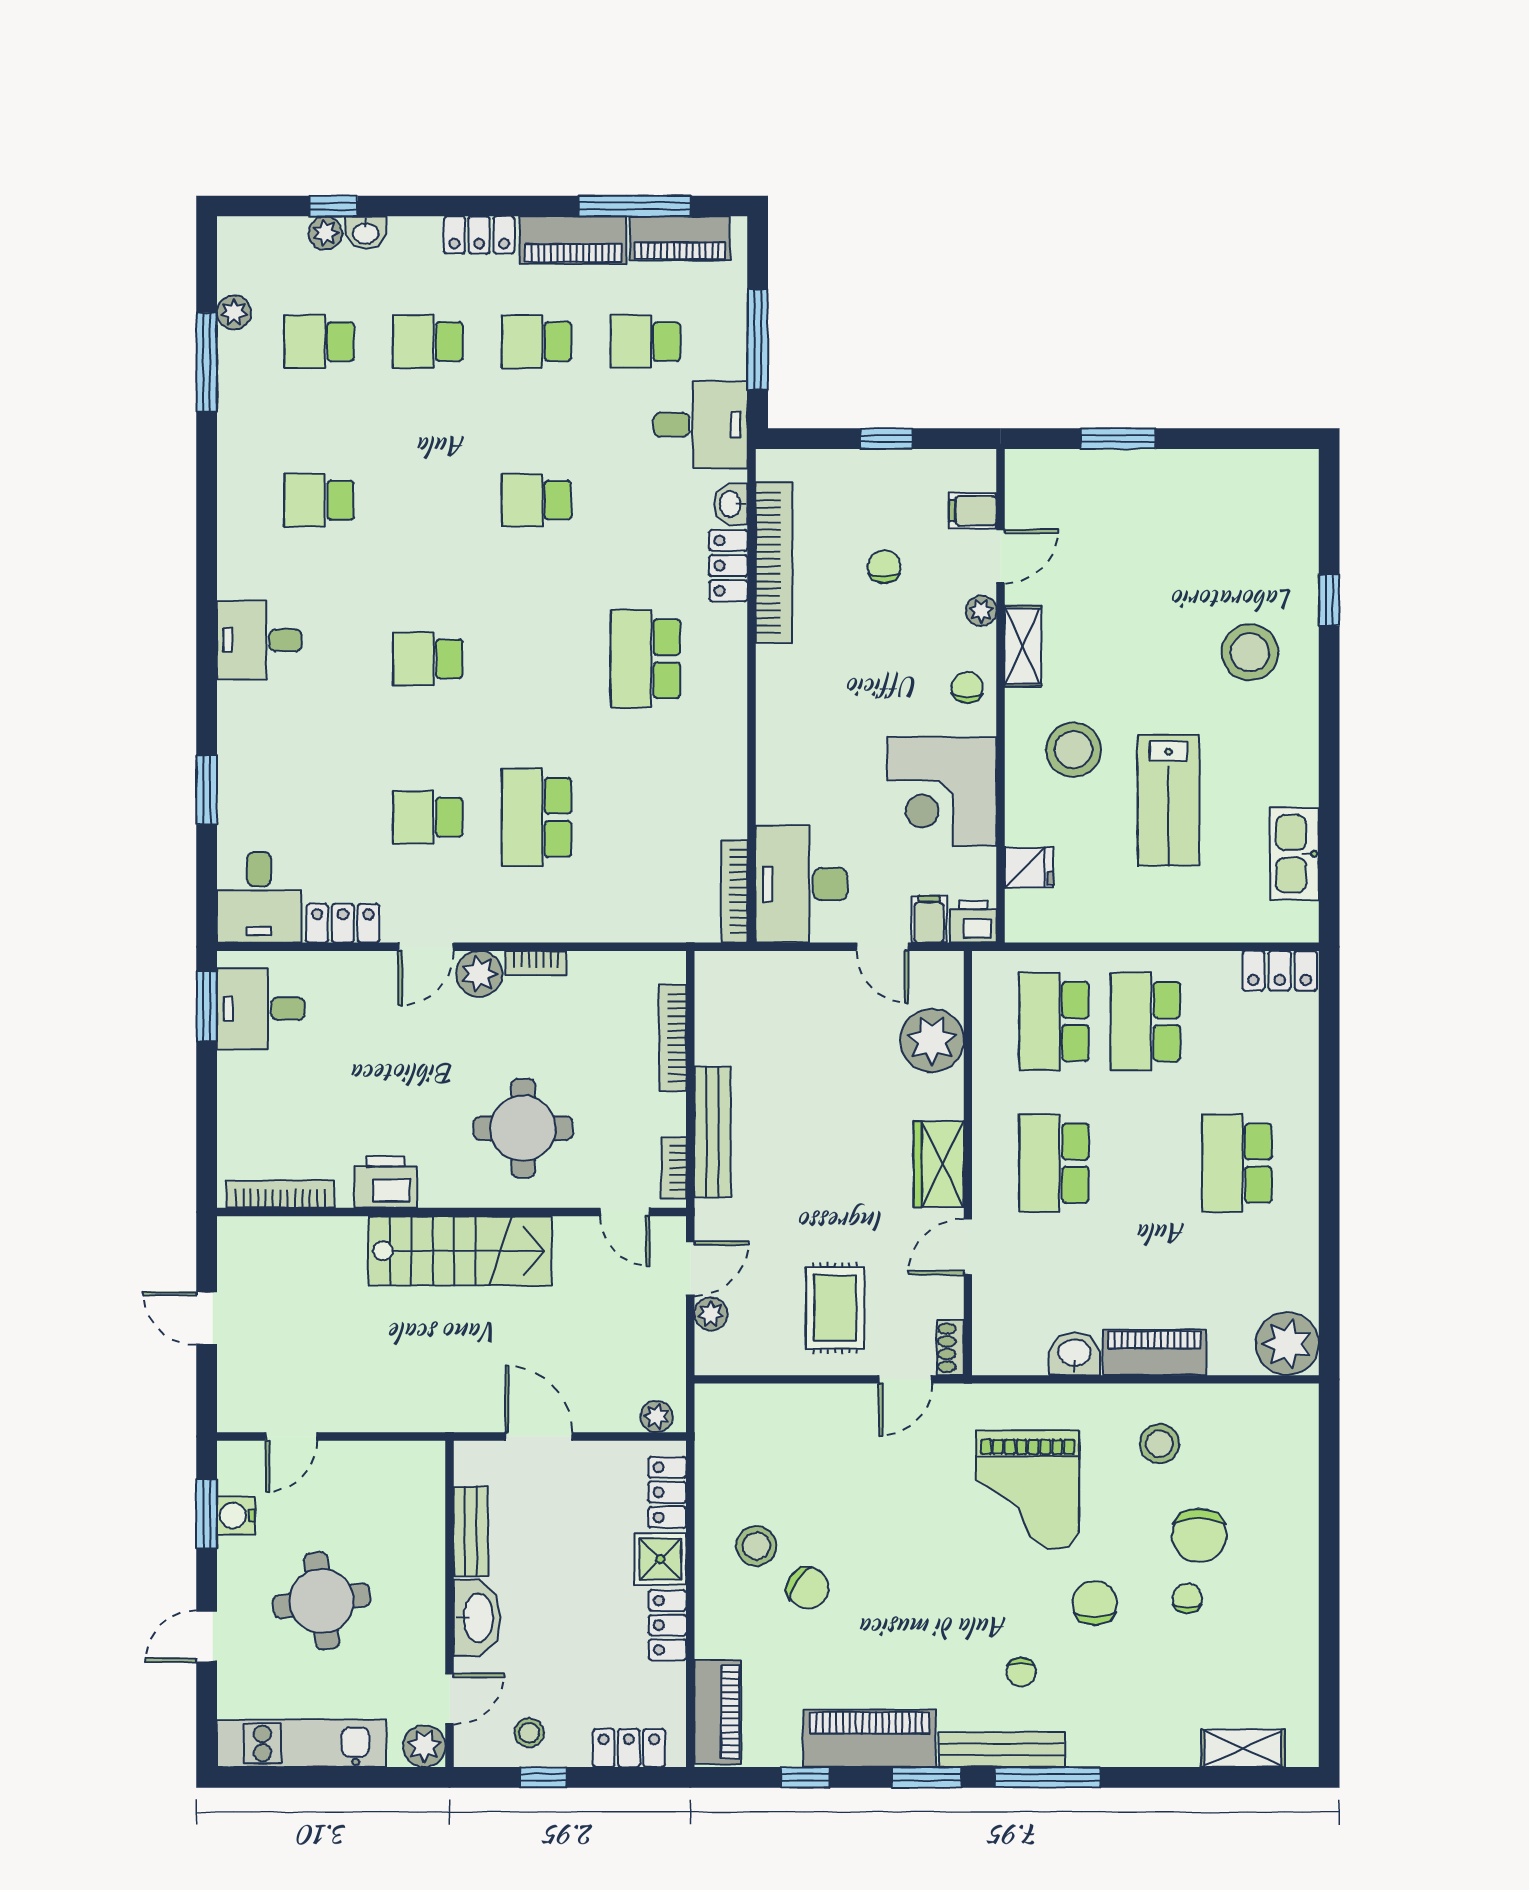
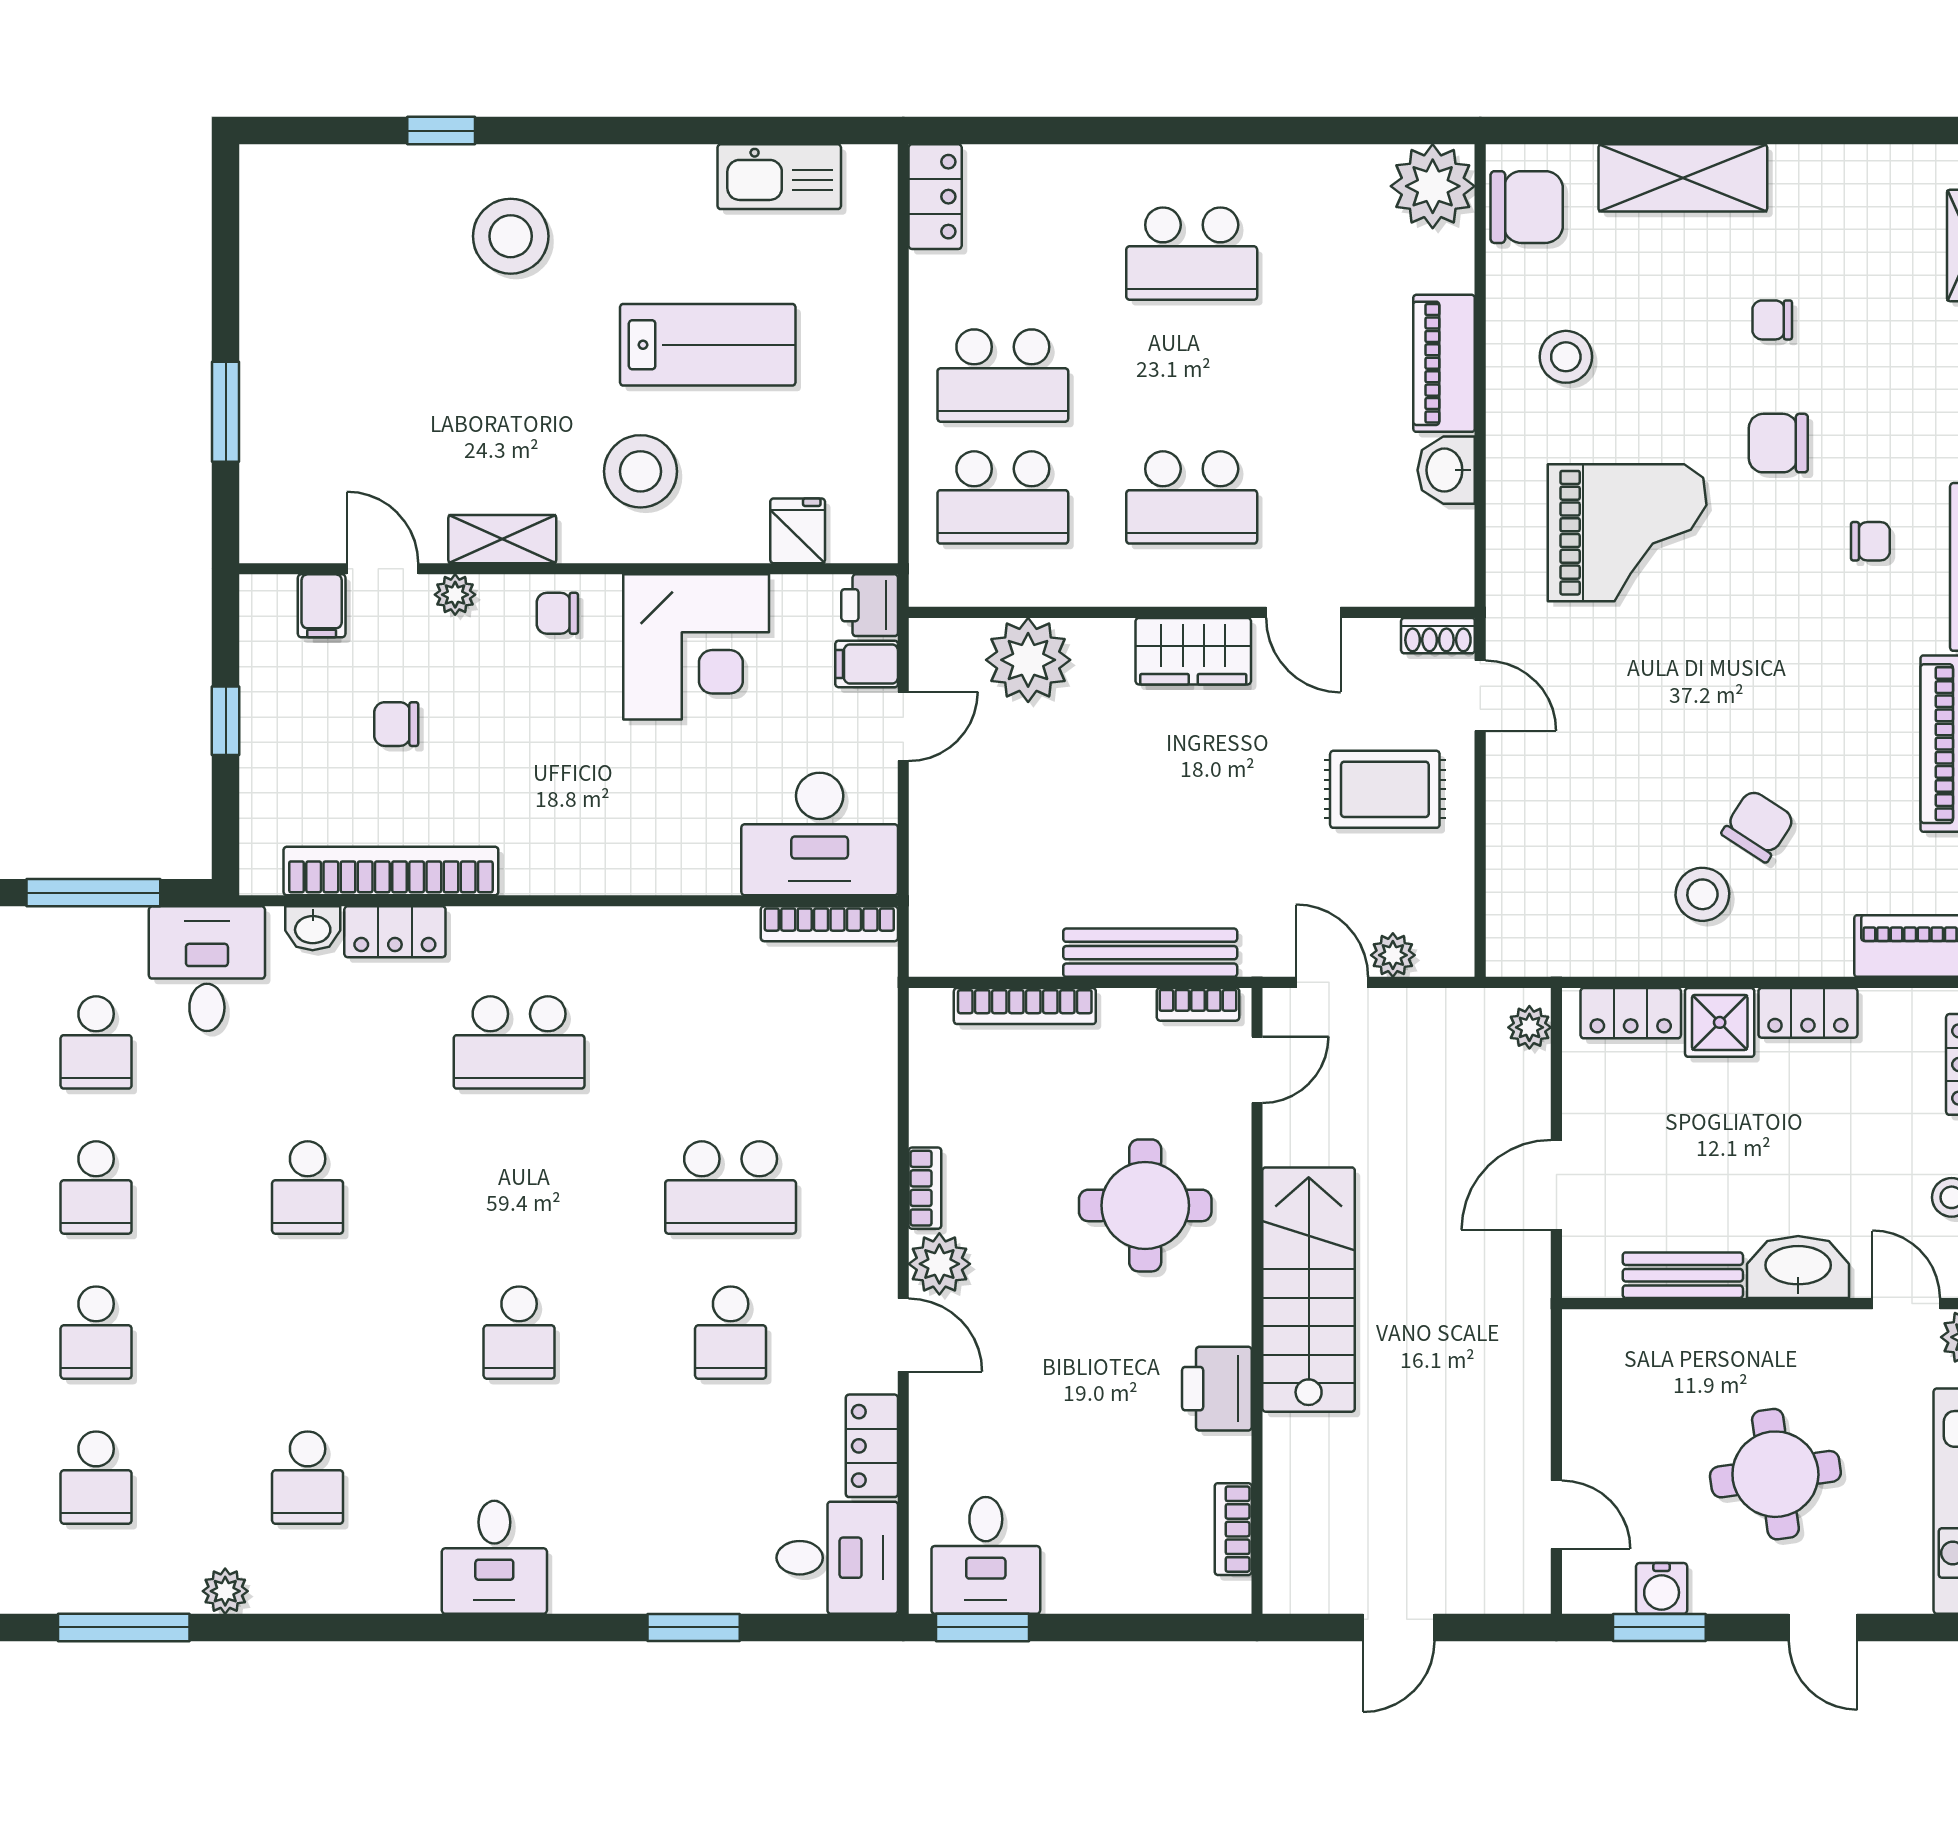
plant: (234, 312) -> (225, 1591), moved
bookcase: (280, 1194) -> (1233, 1529), width x0.64
shelving: (1294, 1531) -> (1683, 178), added
chair: (1199, 1535) -> (1527, 207), moved

